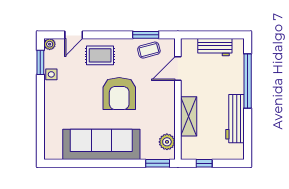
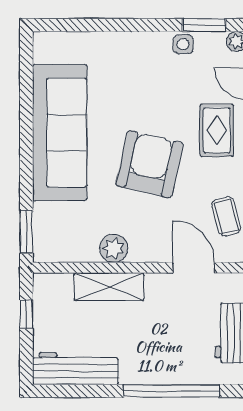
armchair: (119, 93) -> (149, 164), turned 103
workbench: (235, 119) -> (75, 369), moved
plant: (167, 142) -> (114, 248), moved

